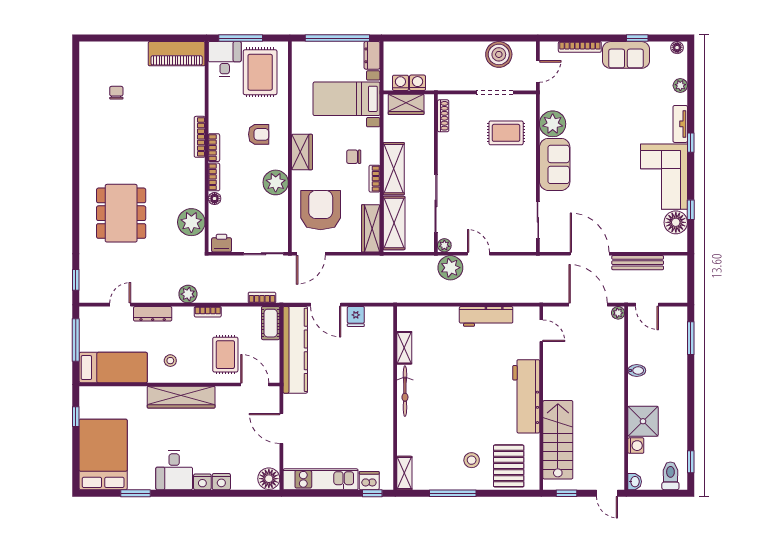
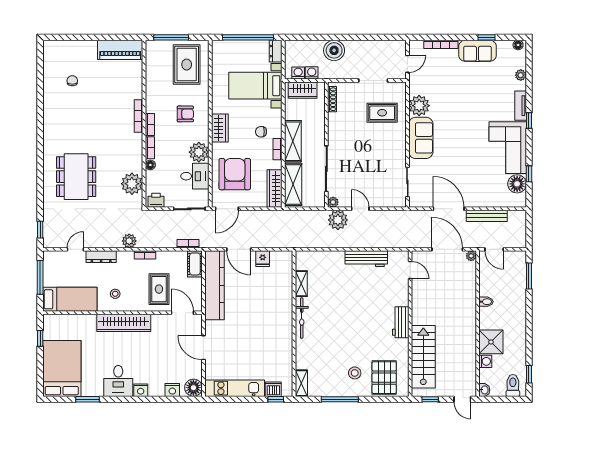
boiler: (499, 54) -> (334, 50), moved
desk: (225, 59) -> (195, 176), moved, turned 90
workbench: (526, 396) -> (401, 322), width x0.53, depth x0.76
nightstand: (221, 482) -> (172, 390), moved

